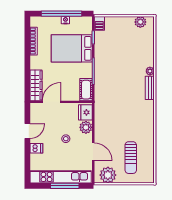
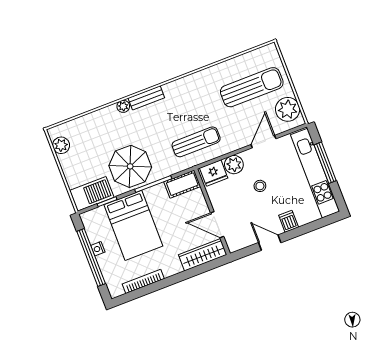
barbecue: (99, 23) -> (92, 194), width x1.88, depth x1.53
parasol: (110, 61) -> (130, 166), added
sun lounger: (110, 109) -> (196, 142), added
sun lounger: (131, 158) -> (252, 87), width x1.36, depth x1.34

